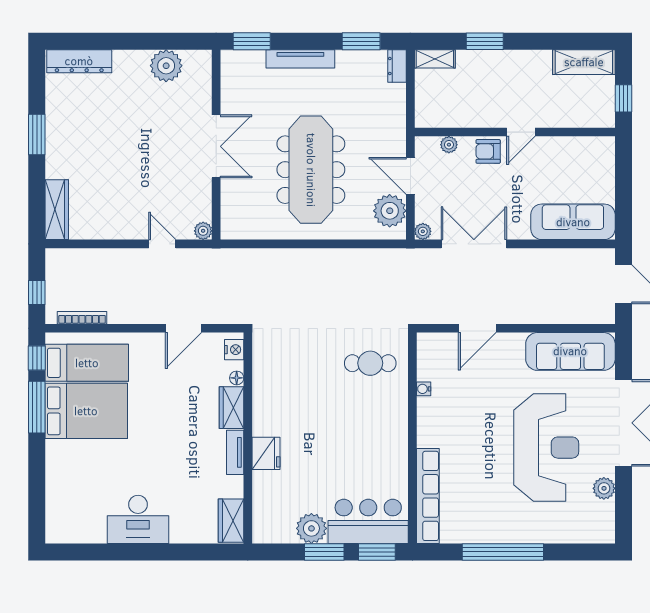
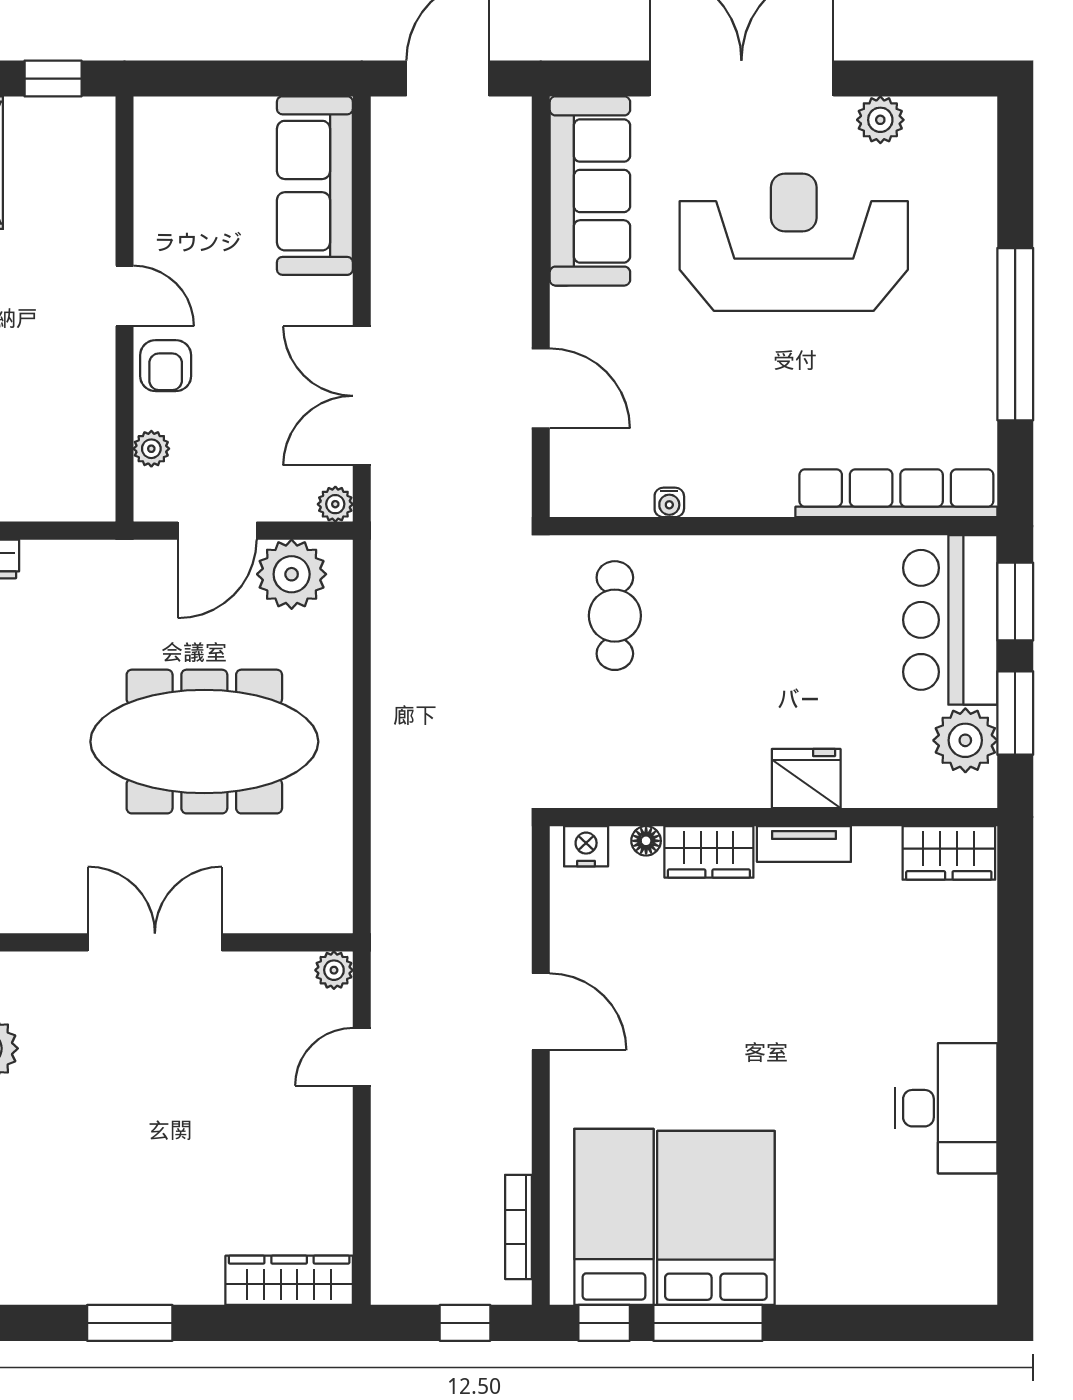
nightstand: (234, 350) -> (586, 846), moved
floor lamp: (237, 378) -> (646, 841), moved
wardrobe: (231, 408) -> (709, 852), moved
wall: (248, 438) -> (774, 817), moved
tv unit: (235, 452) -> (804, 844), moved
fridge: (266, 453) -> (806, 779), moved
wardrobe: (231, 521) -> (949, 853), moved

